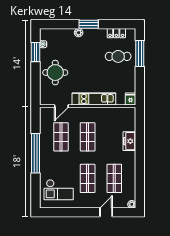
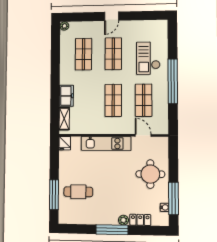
window: (89, 24) -> (112, 230), width x1.44
locker: (116, 33) -> (140, 220), moved
window: (36, 52) -> (173, 198), width x1.44
door: (61, 106) -> (143, 135), hinge flipped
shelving: (131, 121) -> (64, 119), added
checkout: (59, 190) -> (148, 58), moved, turned -90
door: (106, 212) -> (112, 16), moved

